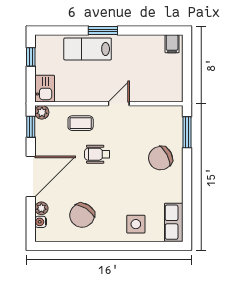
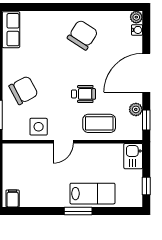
plant: (42, 112) -> (136, 109), moved
coffee table: (81, 123) -> (99, 123), width x1.36, depth x1.30
plant: (41, 208) -> (136, 17), moved
chair: (82, 215) -> (83, 35), moved
side table: (136, 224) -> (39, 127), moved

